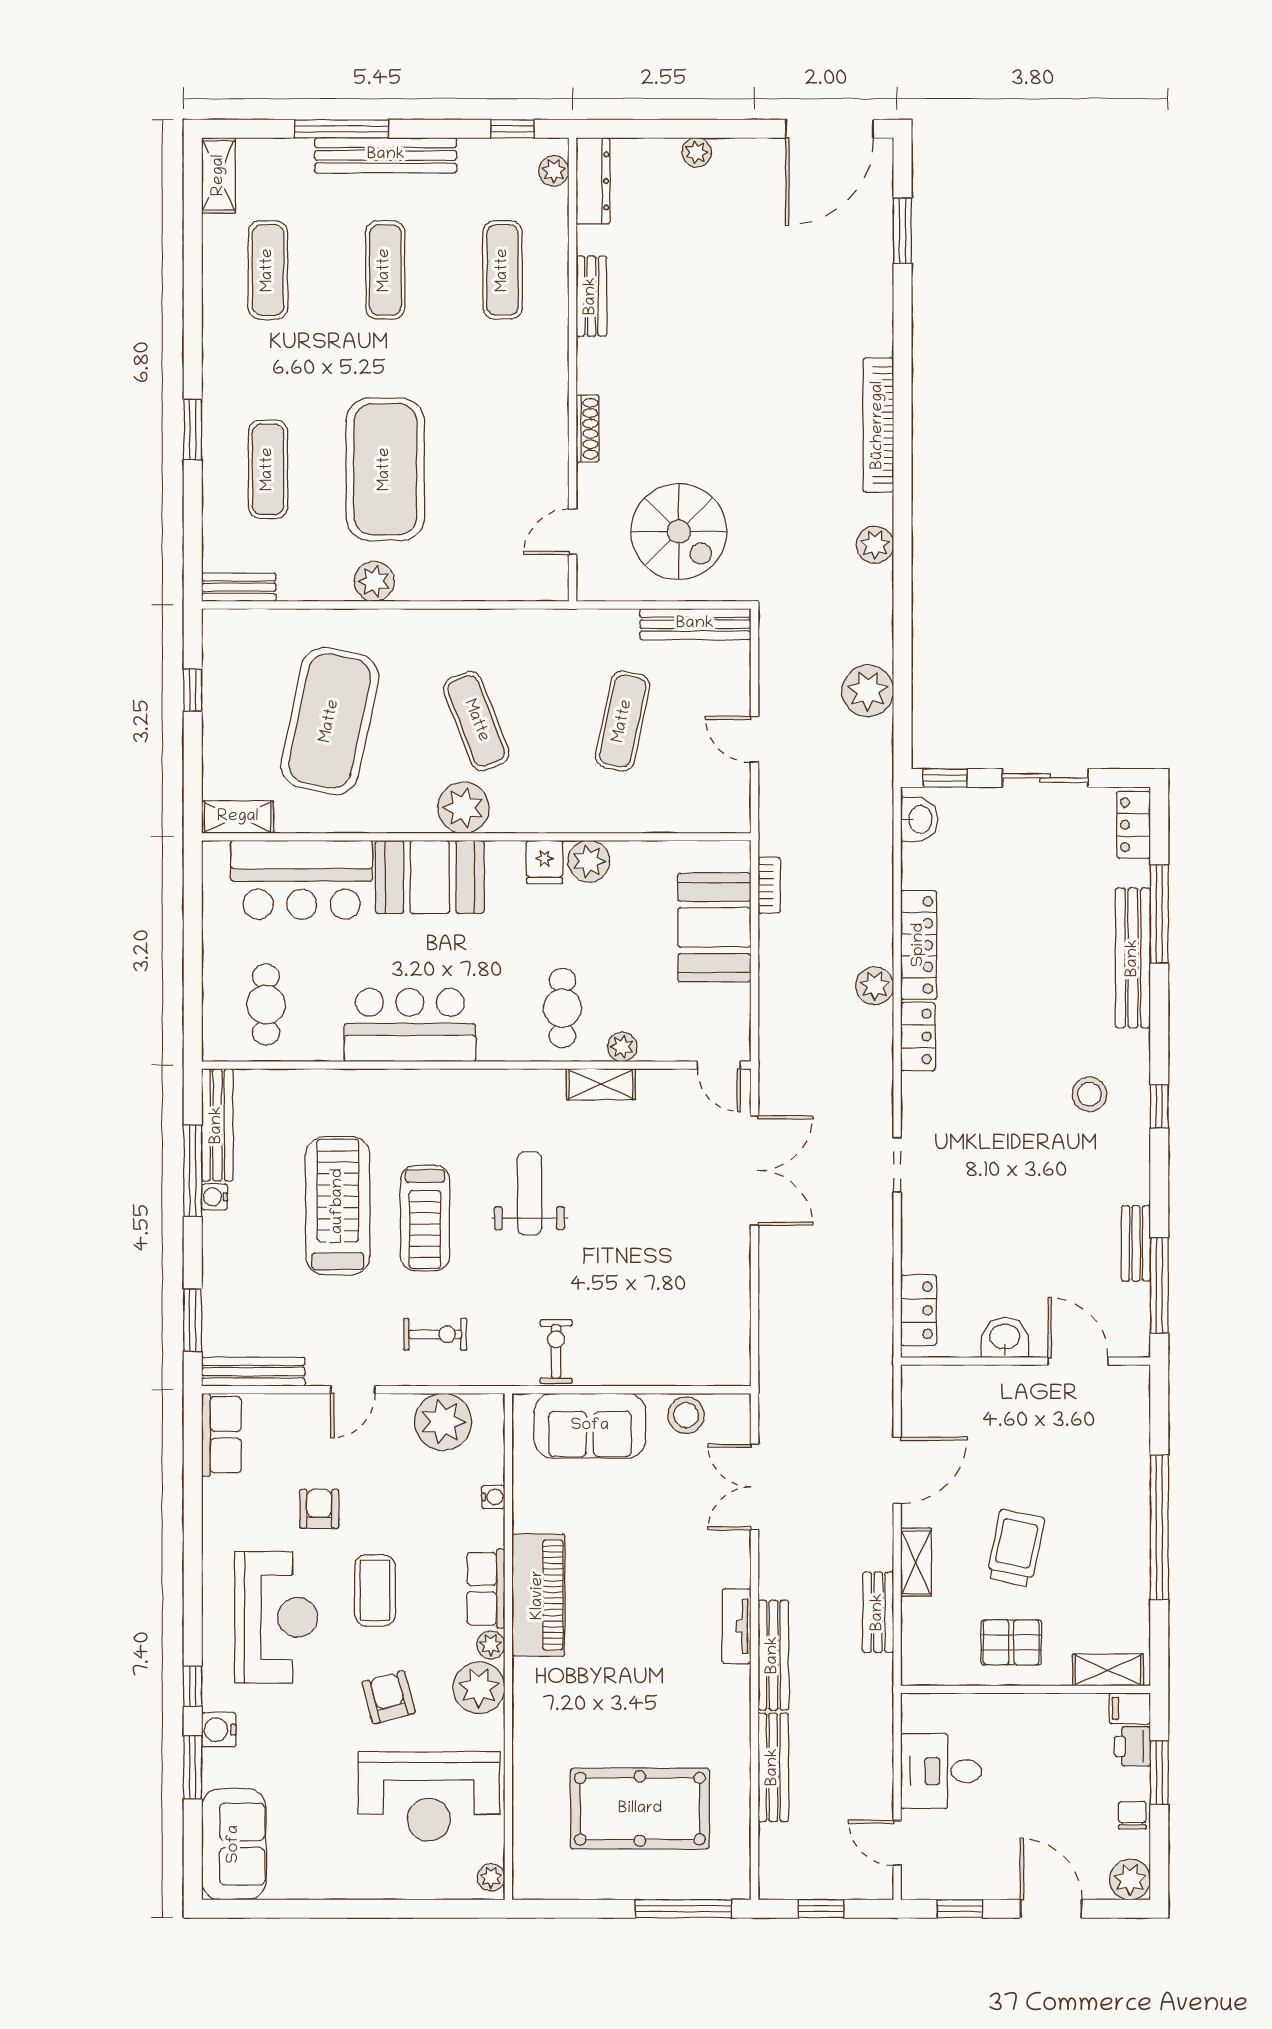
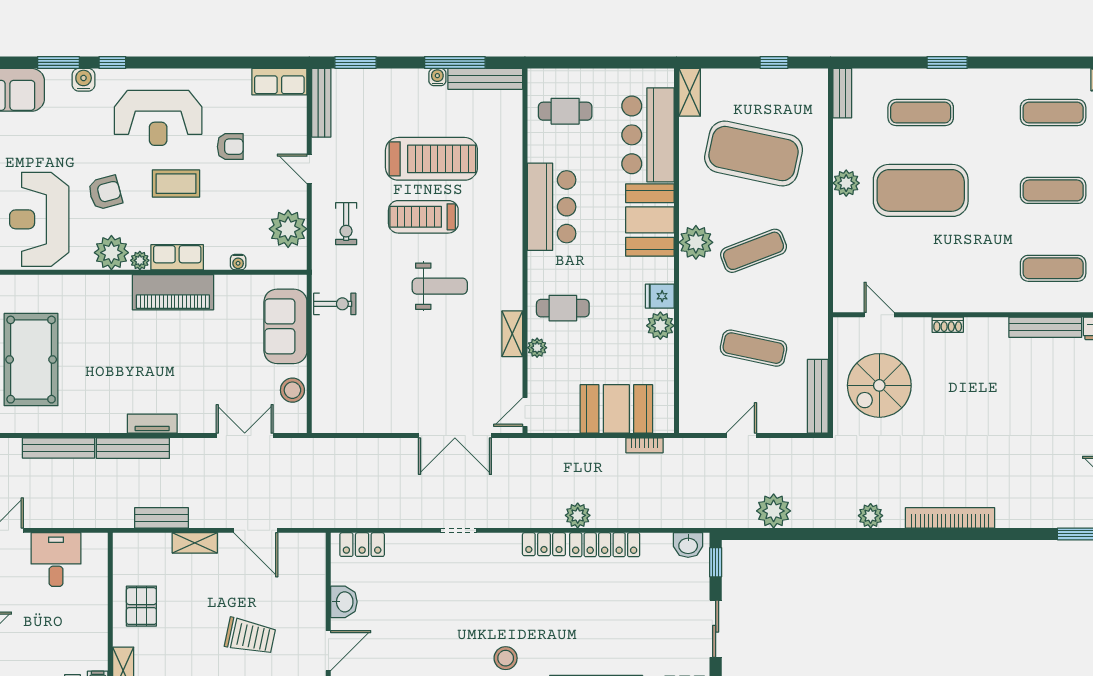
bench: (591, 296) -> (1045, 327), width x1.36
shoe rack: (588, 429) -> (948, 325), width x0.70
trolley: (1016, 1548) -> (250, 636), moved

